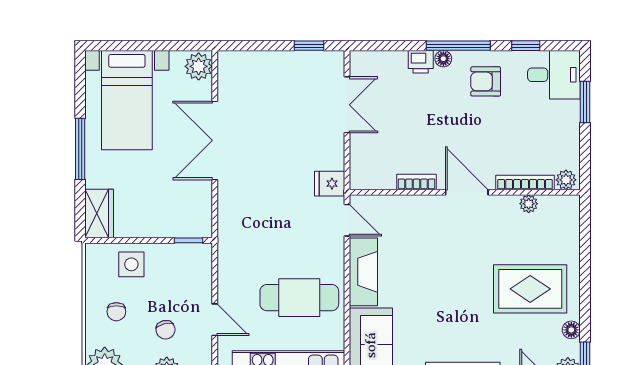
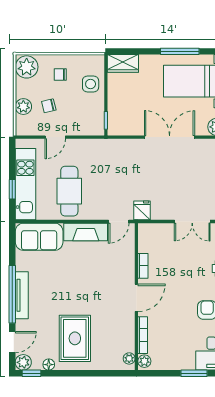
window: (80, 149) -> (180, 51), moved
plant: (529, 204) -> (129, 358), moved

